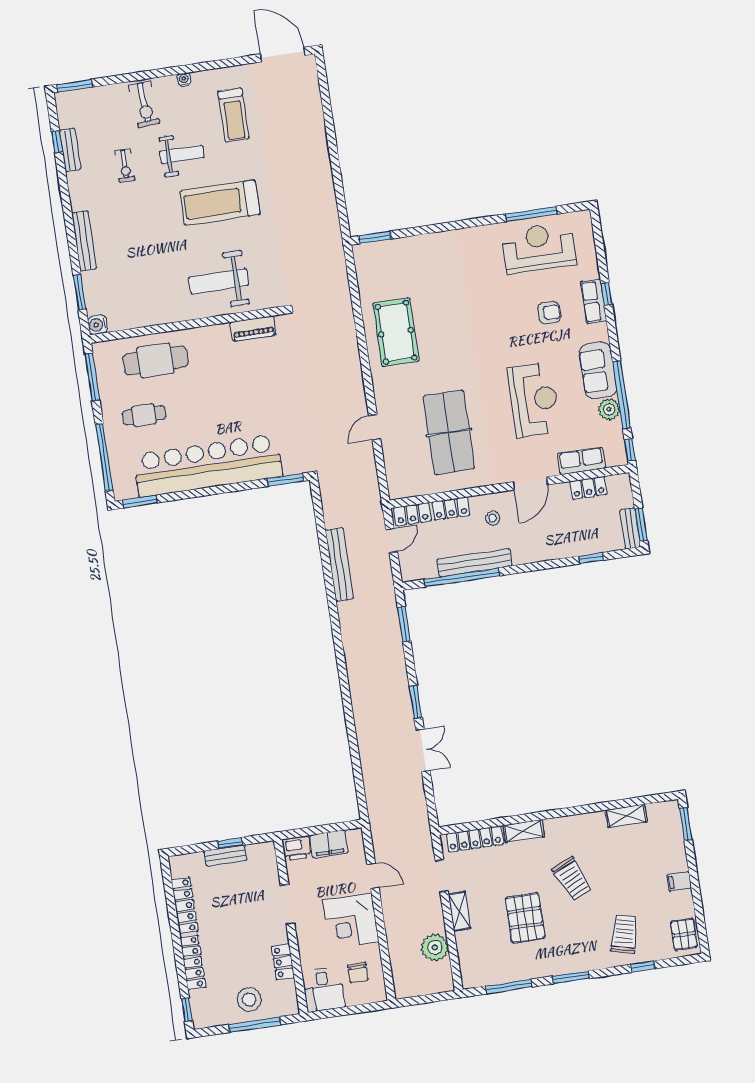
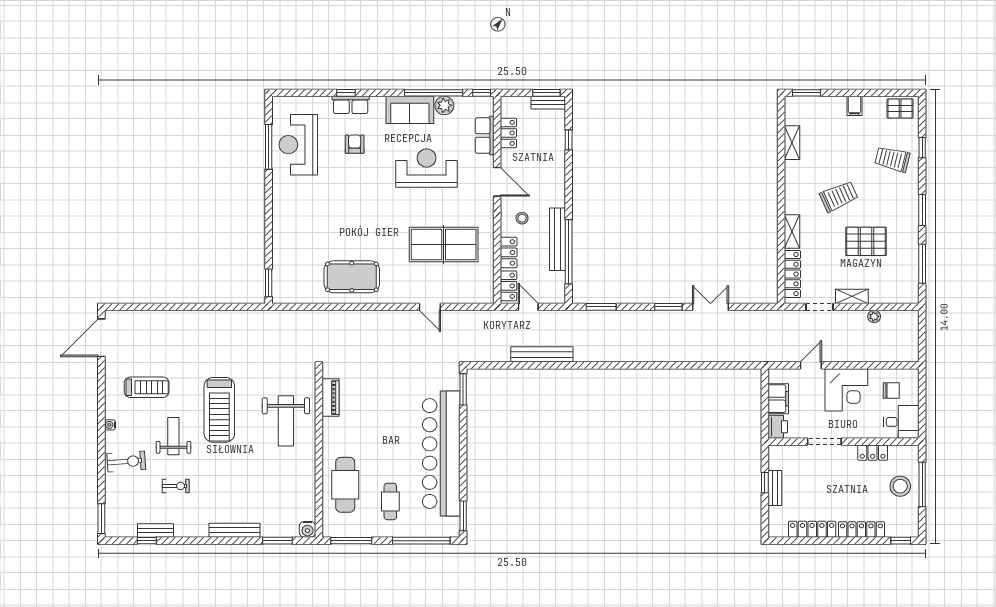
plant: (435, 947) -> (874, 316), width x0.53, depth x0.53

